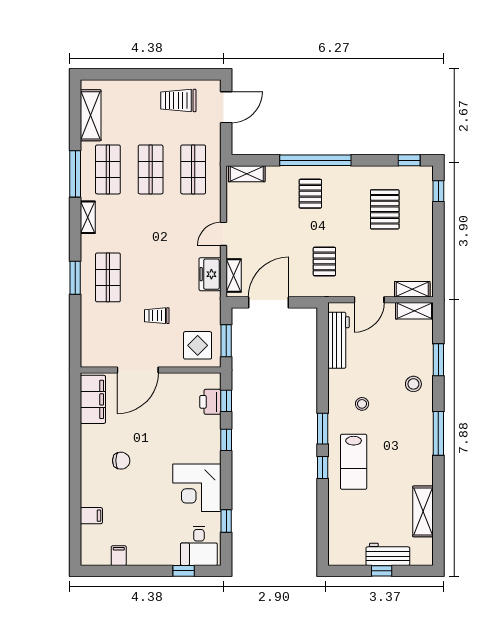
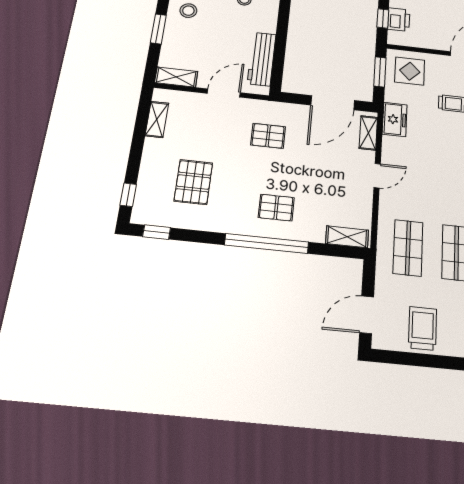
trolley: (178, 100) -> (423, 328), turned -90
pallet: (310, 194) -> (276, 208), turned 90
pallet: (324, 261) -> (268, 136), turned 90
freezer: (210, 274) -> (395, 119), moved
shelving: (412, 289) -> (157, 119), moved, turned 90

